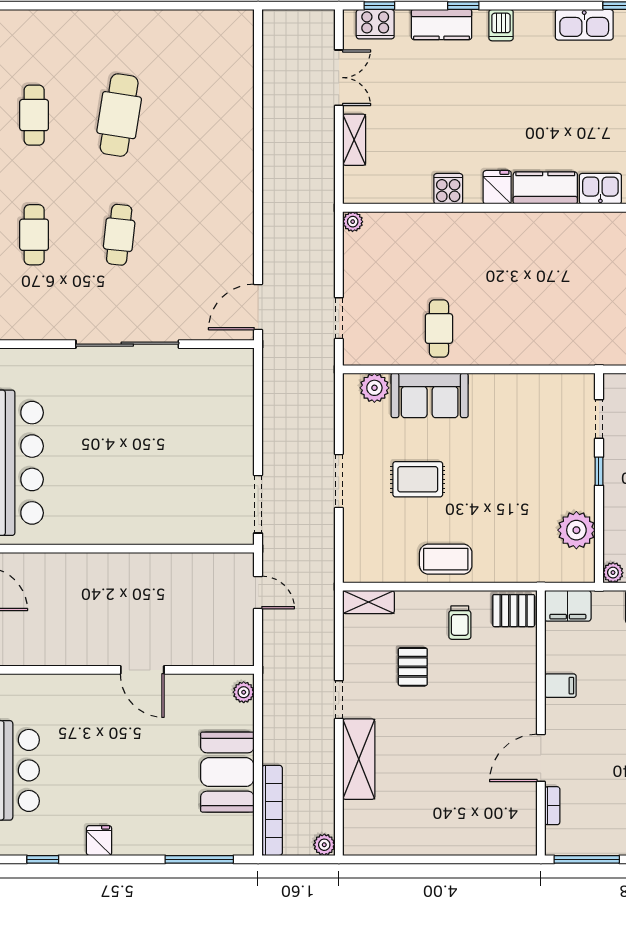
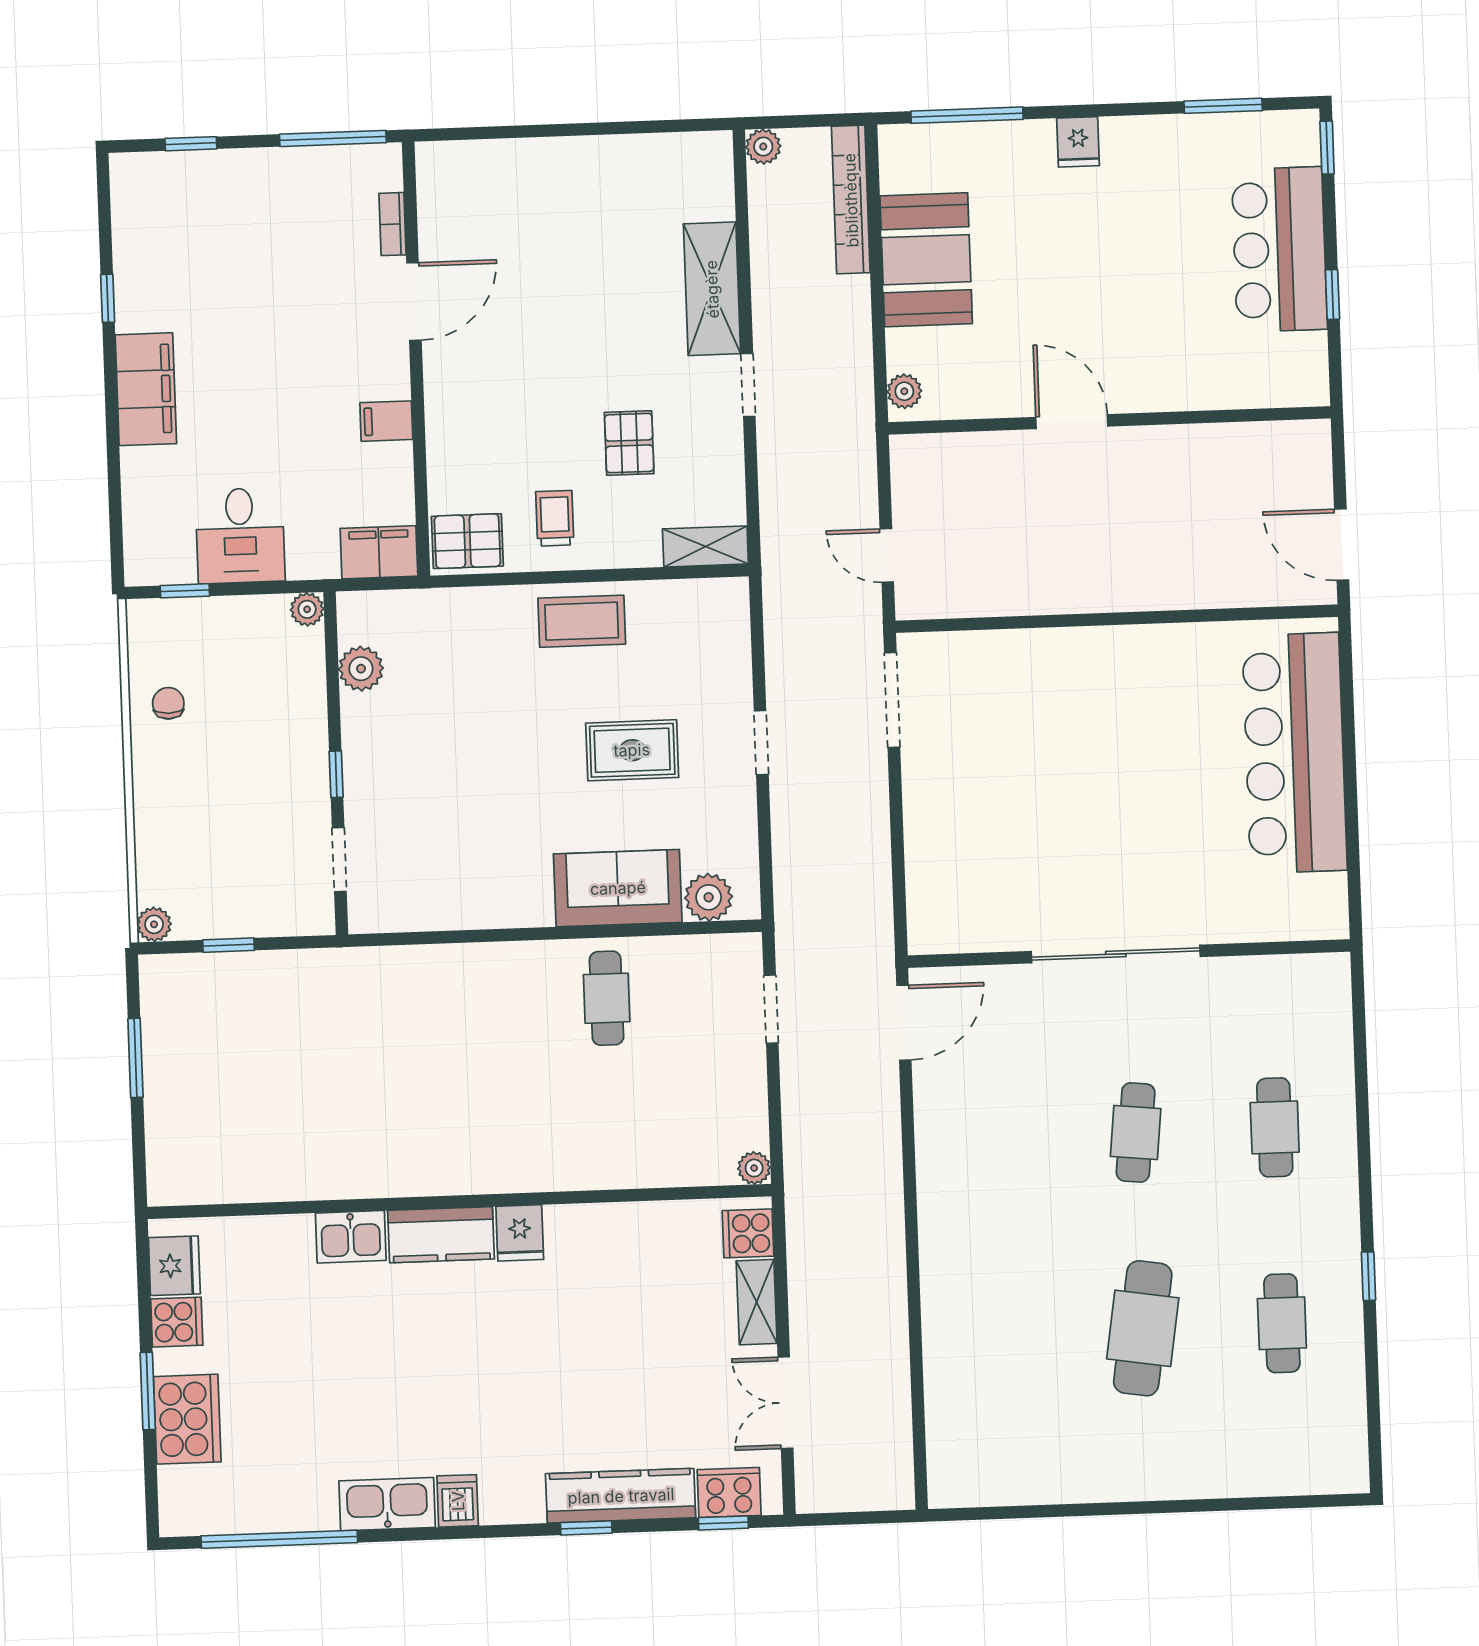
kitchen counter: (442, 25) -> (621, 1496), width x1.50
dishwasher: (501, 25) -> (458, 1501), moved
cooker: (448, 189) -> (748, 1233), moved, turned 90
doorway: (339, 481) -> (761, 743), width x0.73
plant: (576, 530) -> (361, 669), width x0.73, depth x0.73
fridge: (99, 841) -> (1078, 142), moved
window: (43, 859) -> (1223, 106), width x1.50

